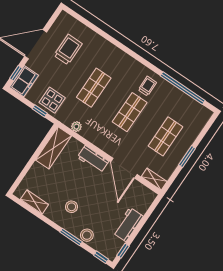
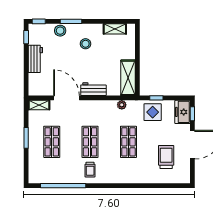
trolley: (68, 50) -> (166, 157), turned 180

